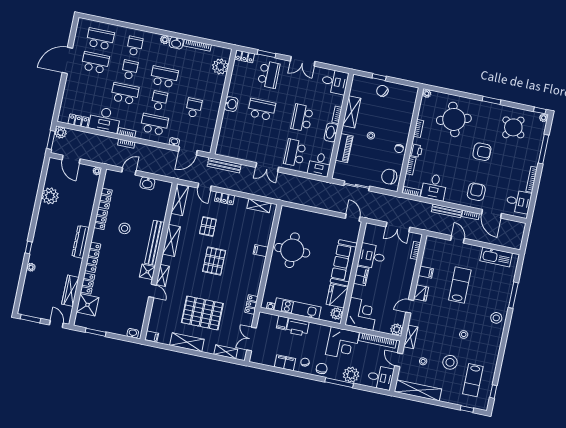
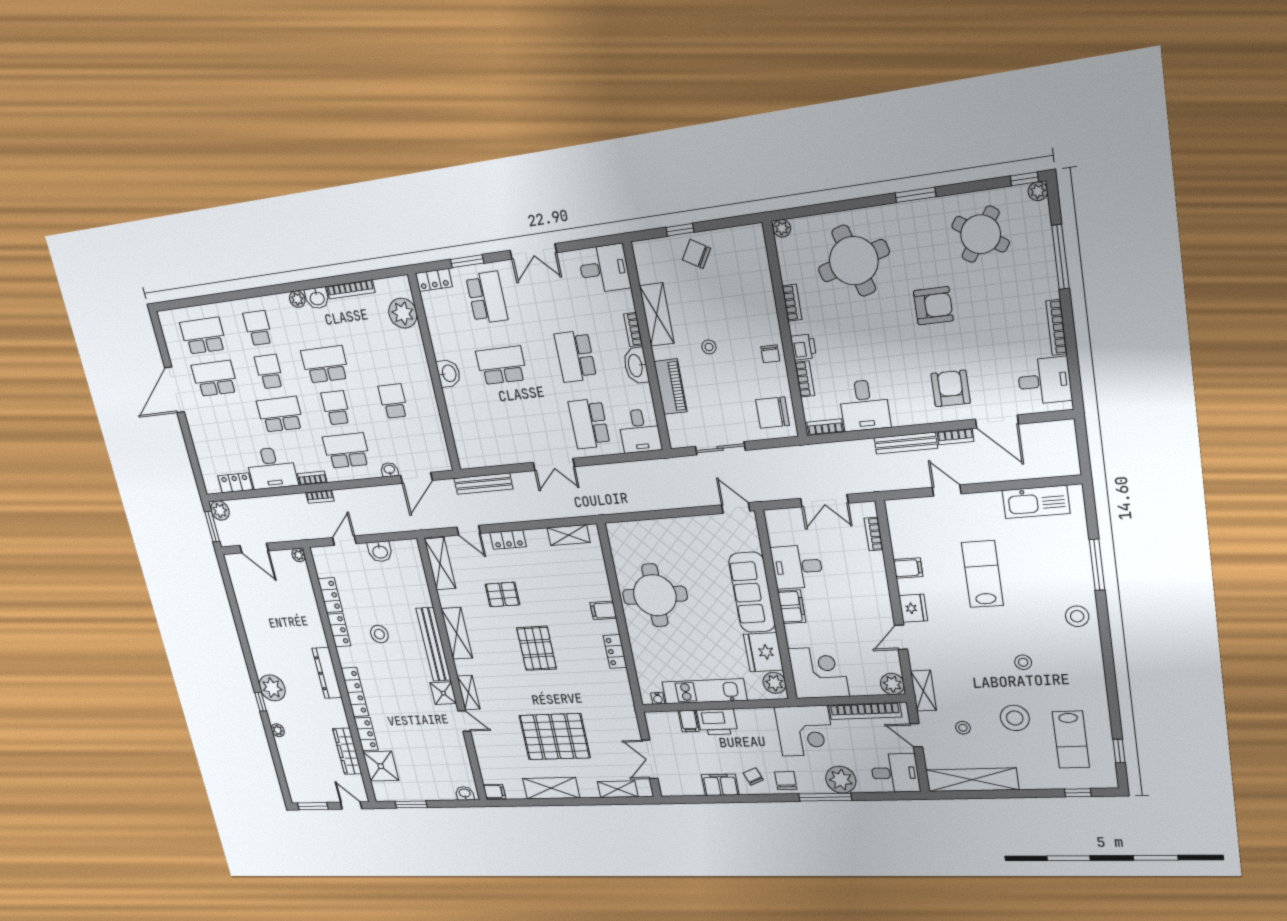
plant: (50, 196) -> (272, 688), moved
pallet: (208, 226) -> (502, 594), turned 90
locker: (251, 304) -> (615, 651), moved

